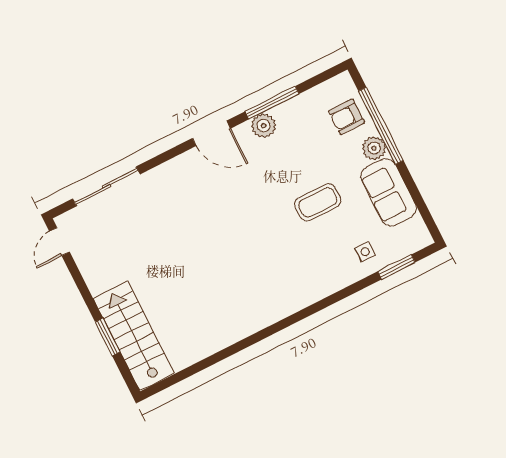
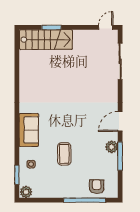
plant: (374, 148) -> (26, 192), moved
sofa: (389, 192) -> (29, 130), moved, turned 90
door: (59, 242) -> (106, 27), hinge flipped

